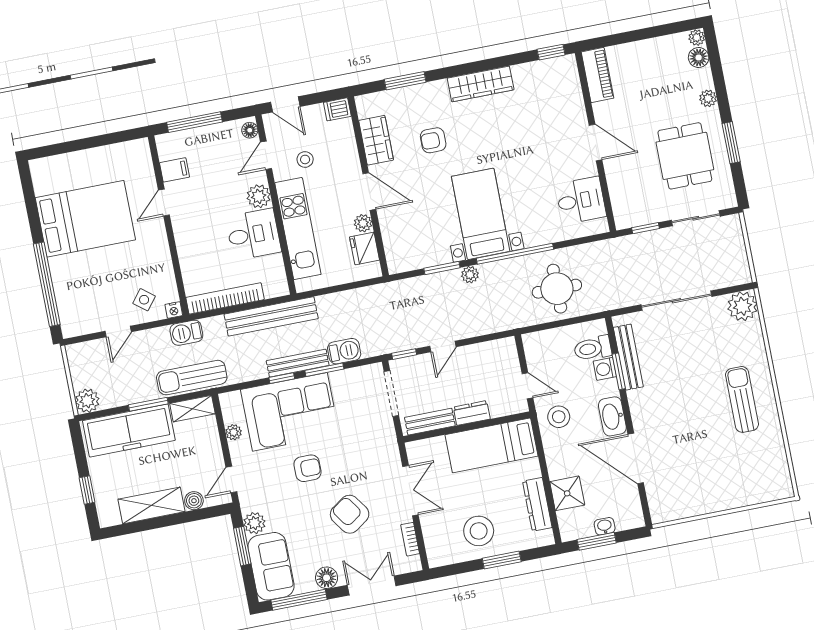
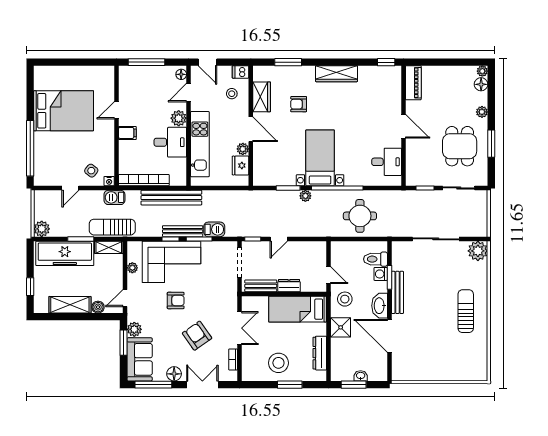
stool: (305, 159) -> (232, 94), moved
filing cabinet: (174, 170) -> (127, 133), moved
bench: (628, 357) -> (397, 292), moved
shower: (567, 493) -> (341, 327), moved

